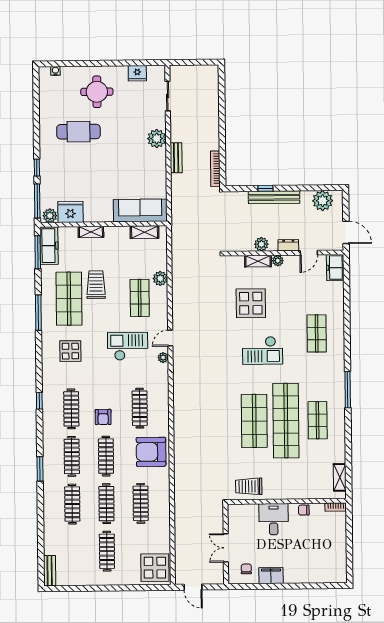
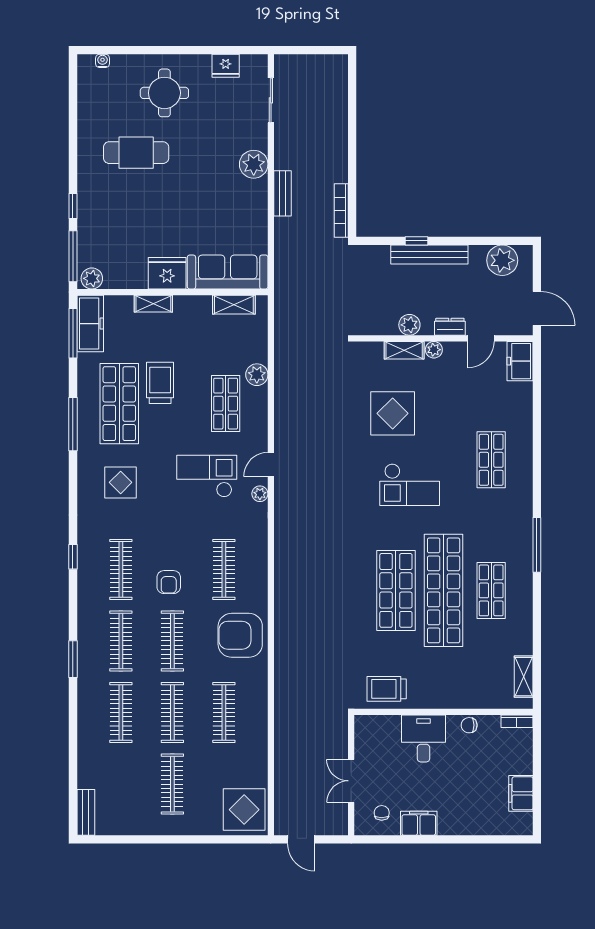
fridge: (70, 212) -> (167, 273), moved
filing cabinet: (339, 555) -> (521, 793), added

